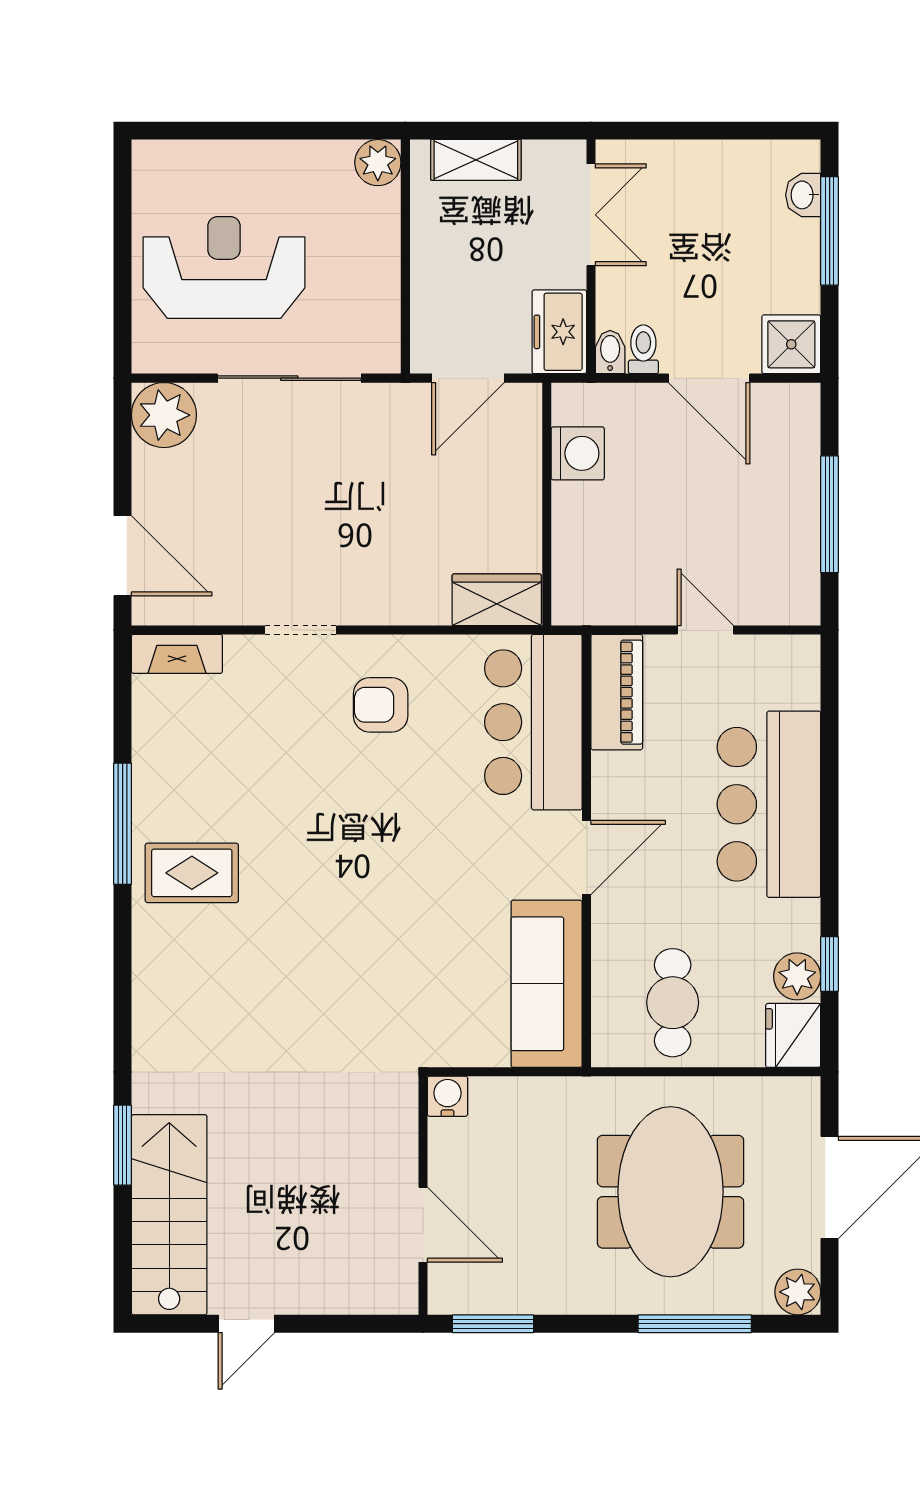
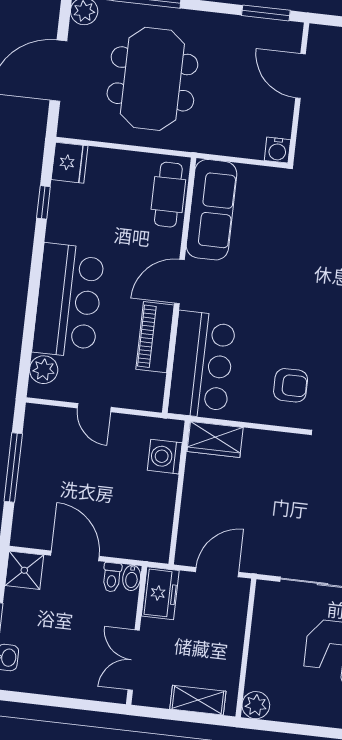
washing machine: (578, 453) -> (165, 457), moved
piano: (617, 692) -> (155, 337), moved
plant: (797, 976) -> (44, 370), moved
cafe table: (673, 1003) -> (168, 195), moved

